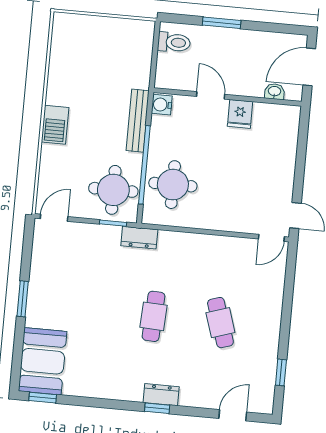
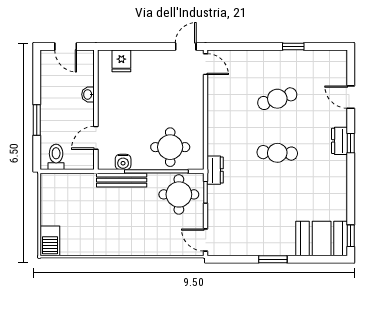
door: (309, 67) -> (66, 47), width x0.73
washbasin: (274, 91) -> (88, 94), moved
door: (211, 95) -> (96, 138), moved
water cooler: (162, 105) -> (123, 162), moved
fridge: (240, 114) -> (121, 61), moved, turned 90
barbecue: (55, 125) -> (50, 241), moved, turned 90
window: (281, 372) -> (293, 47), moved
door: (233, 415) -> (351, 97), moved

